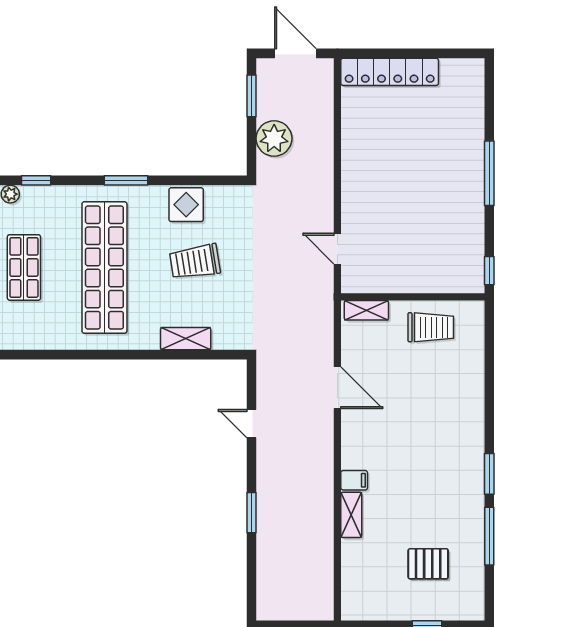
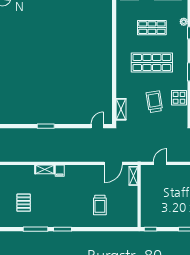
shop shelf: (104, 267) -> (152, 62), width x0.71
trolley: (431, 327) -> (100, 205), moved
shelving: (186, 339) -> (121, 109), moved
door: (337, 388) -> (113, 163), moved
door: (252, 424) -> (97, 126), moved

